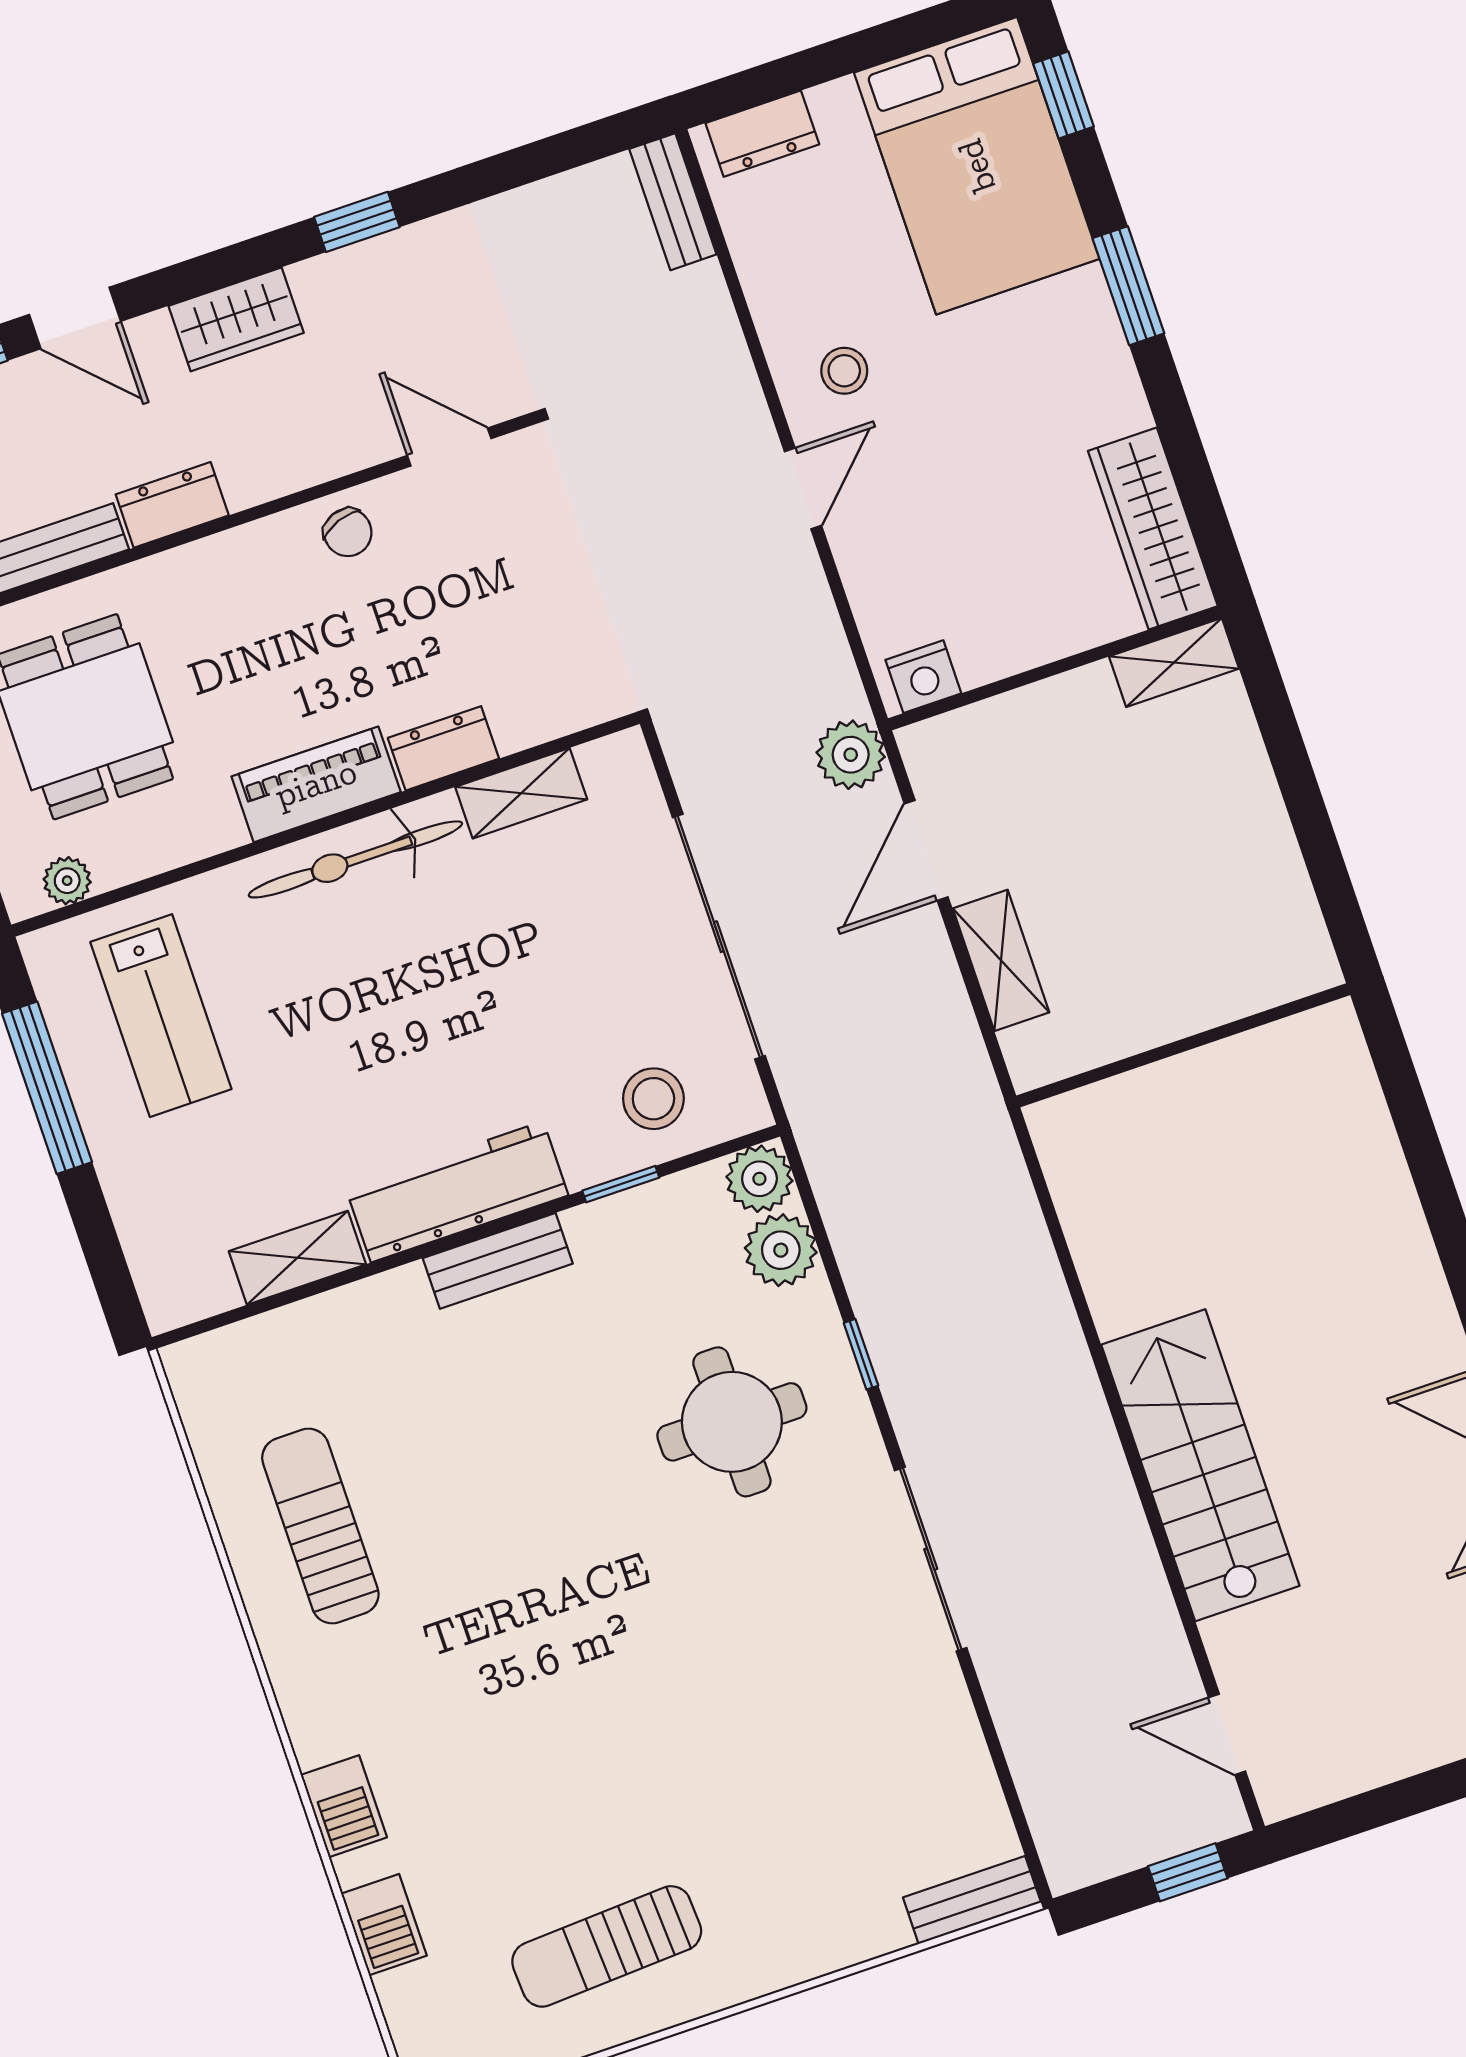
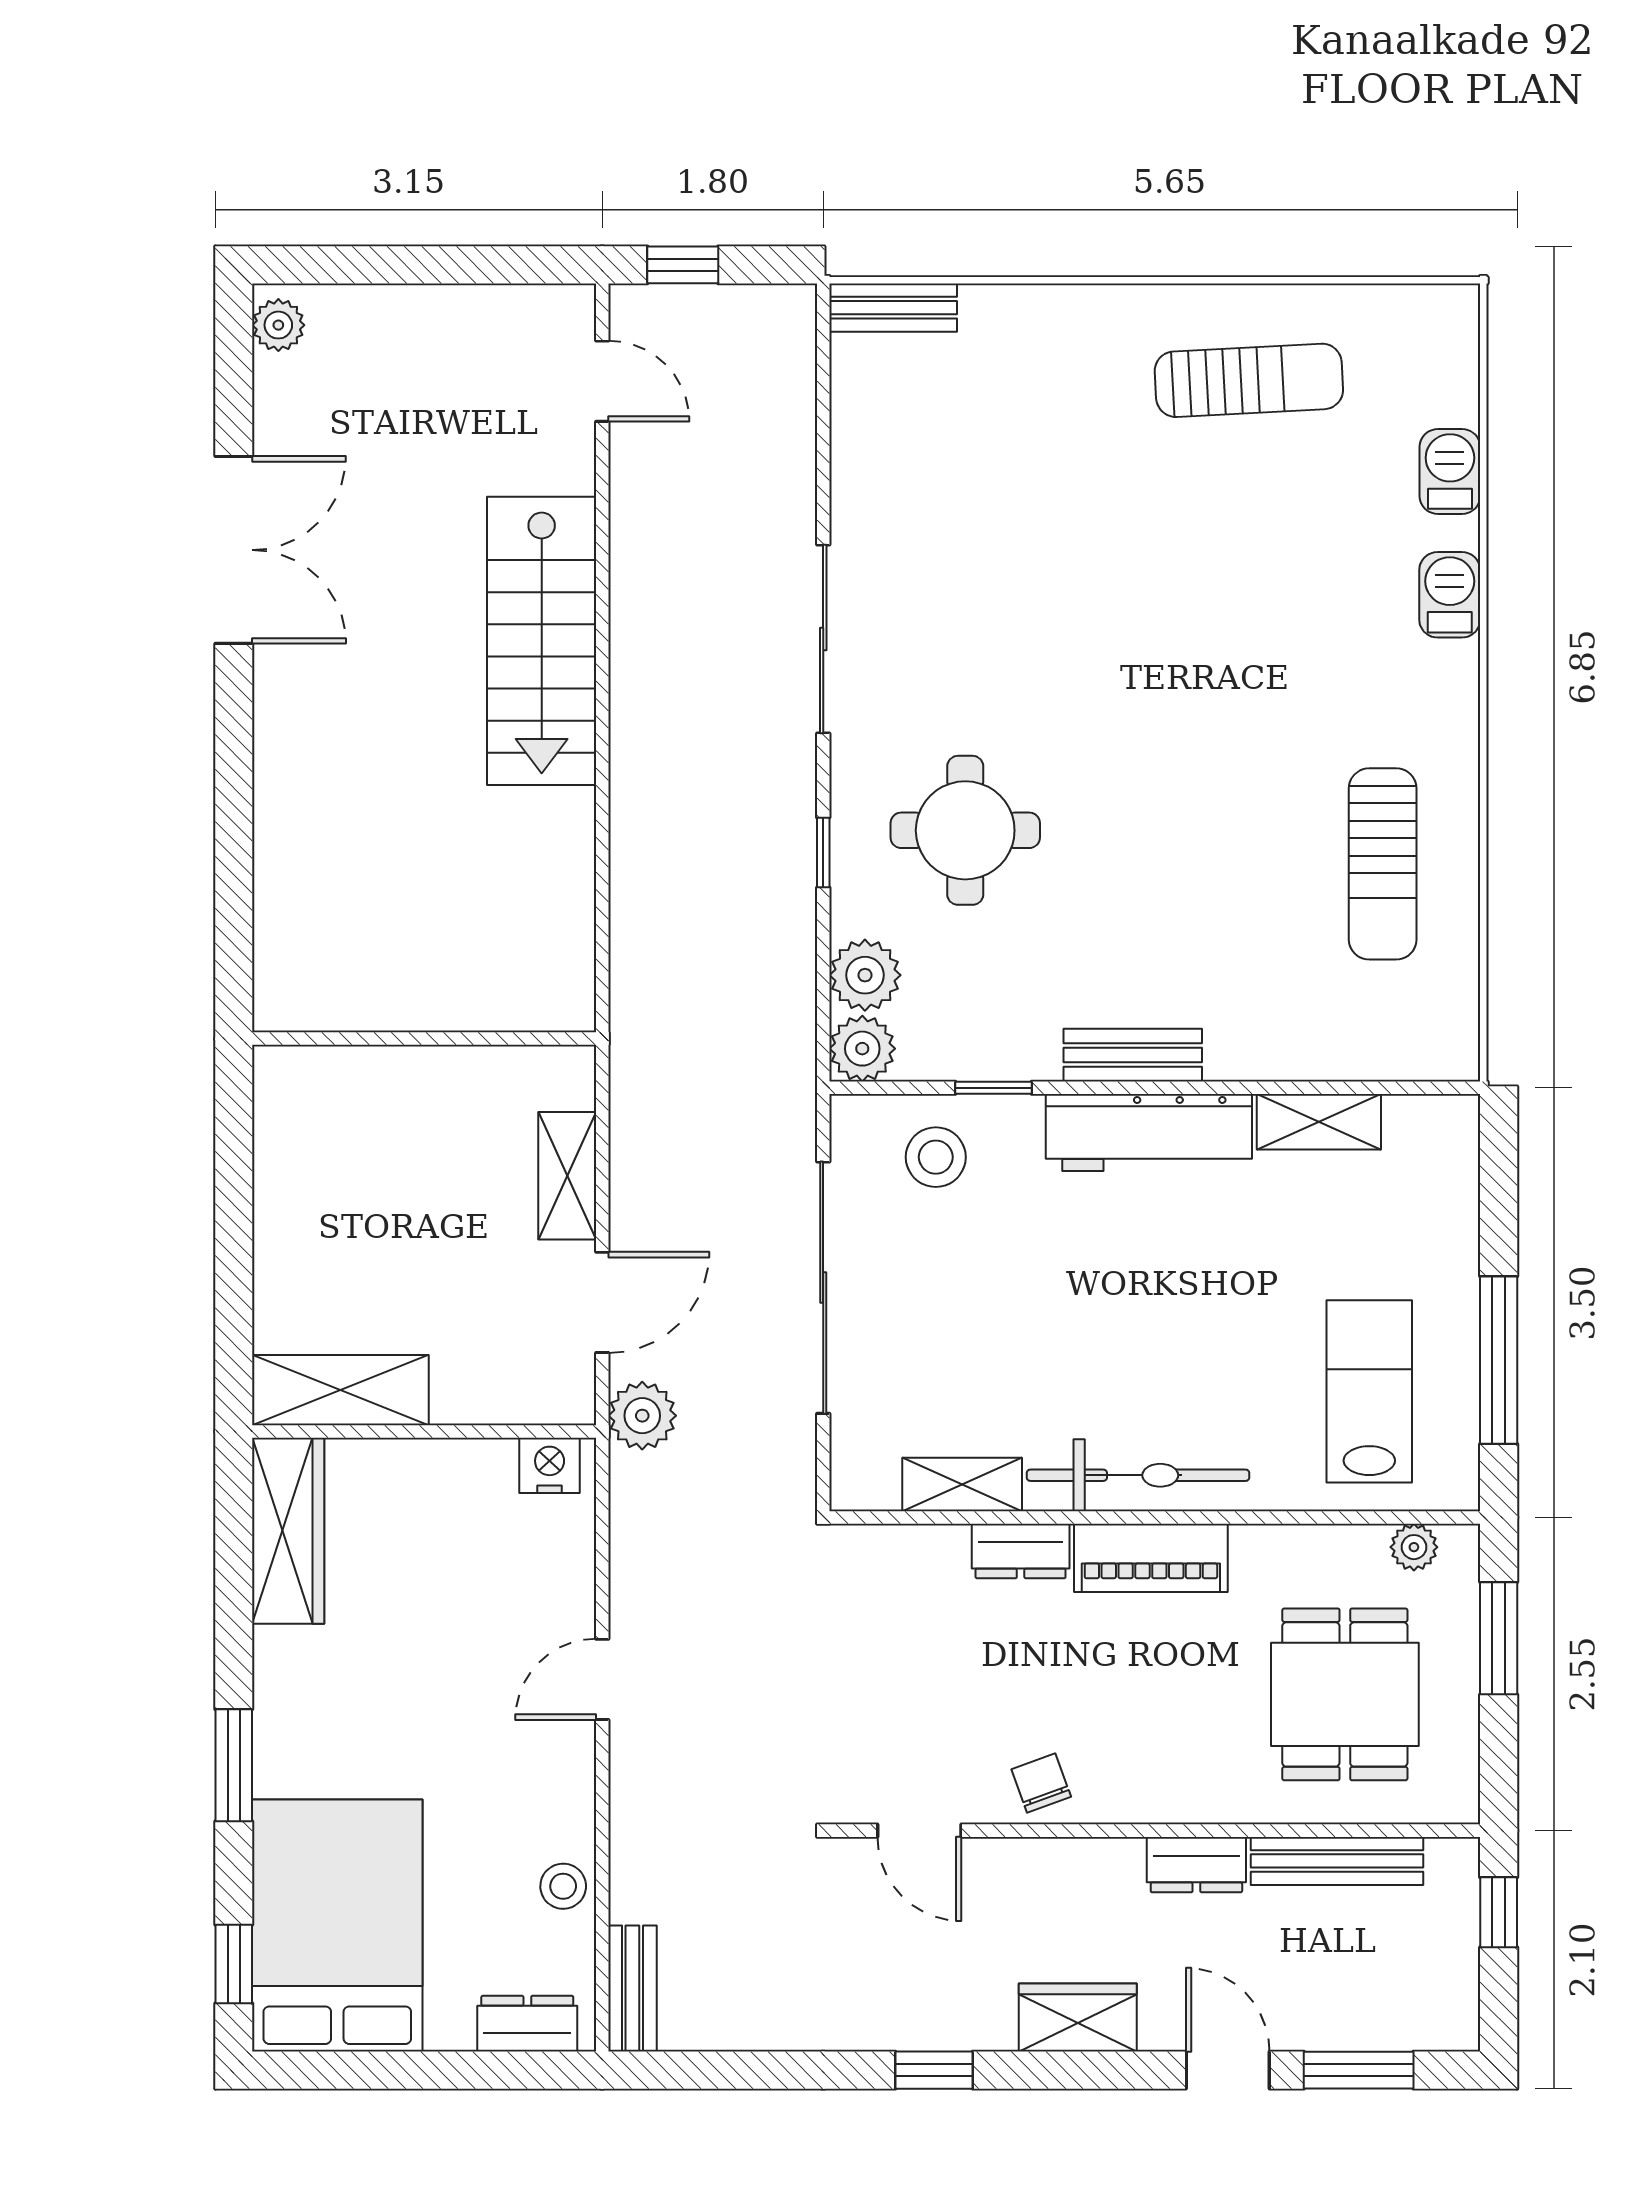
stool: (844, 371) -> (563, 1886), moved
shelving: (1174, 663) -> (340, 1390), width x1.50, depth x1.33

